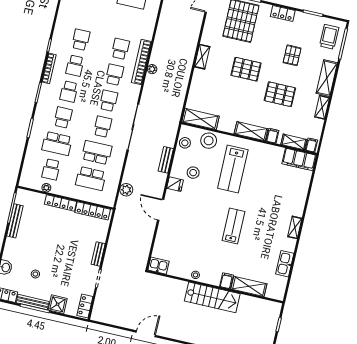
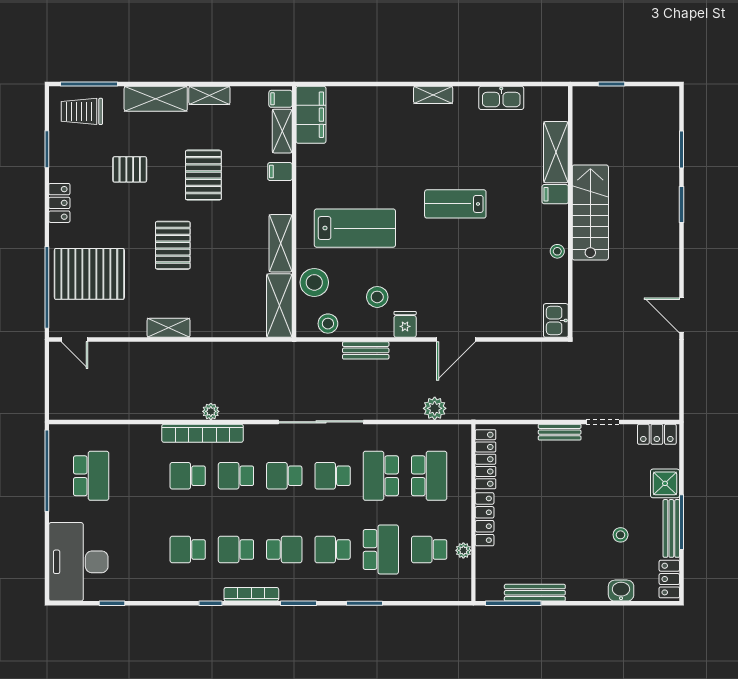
school desk: (75, 66) -> (236, 549), turned 180
shelving: (251, 131) -> (281, 243), moved
school desk: (51, 169) -> (429, 549), turned 180

